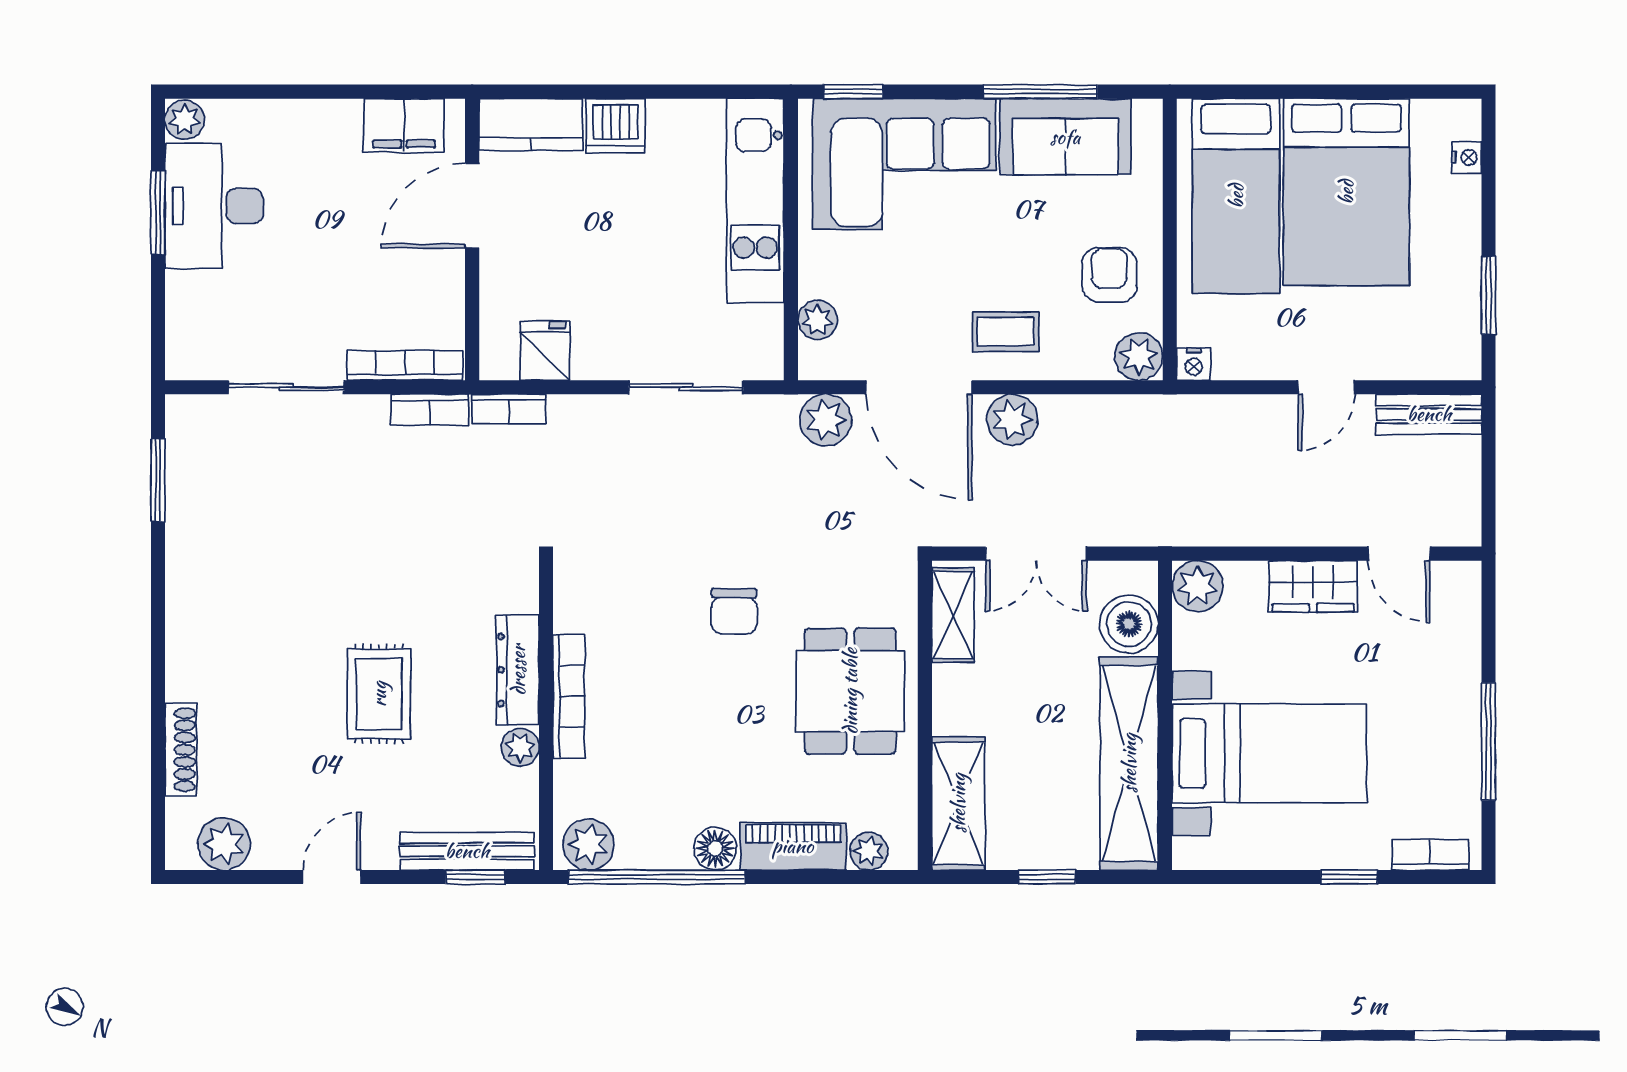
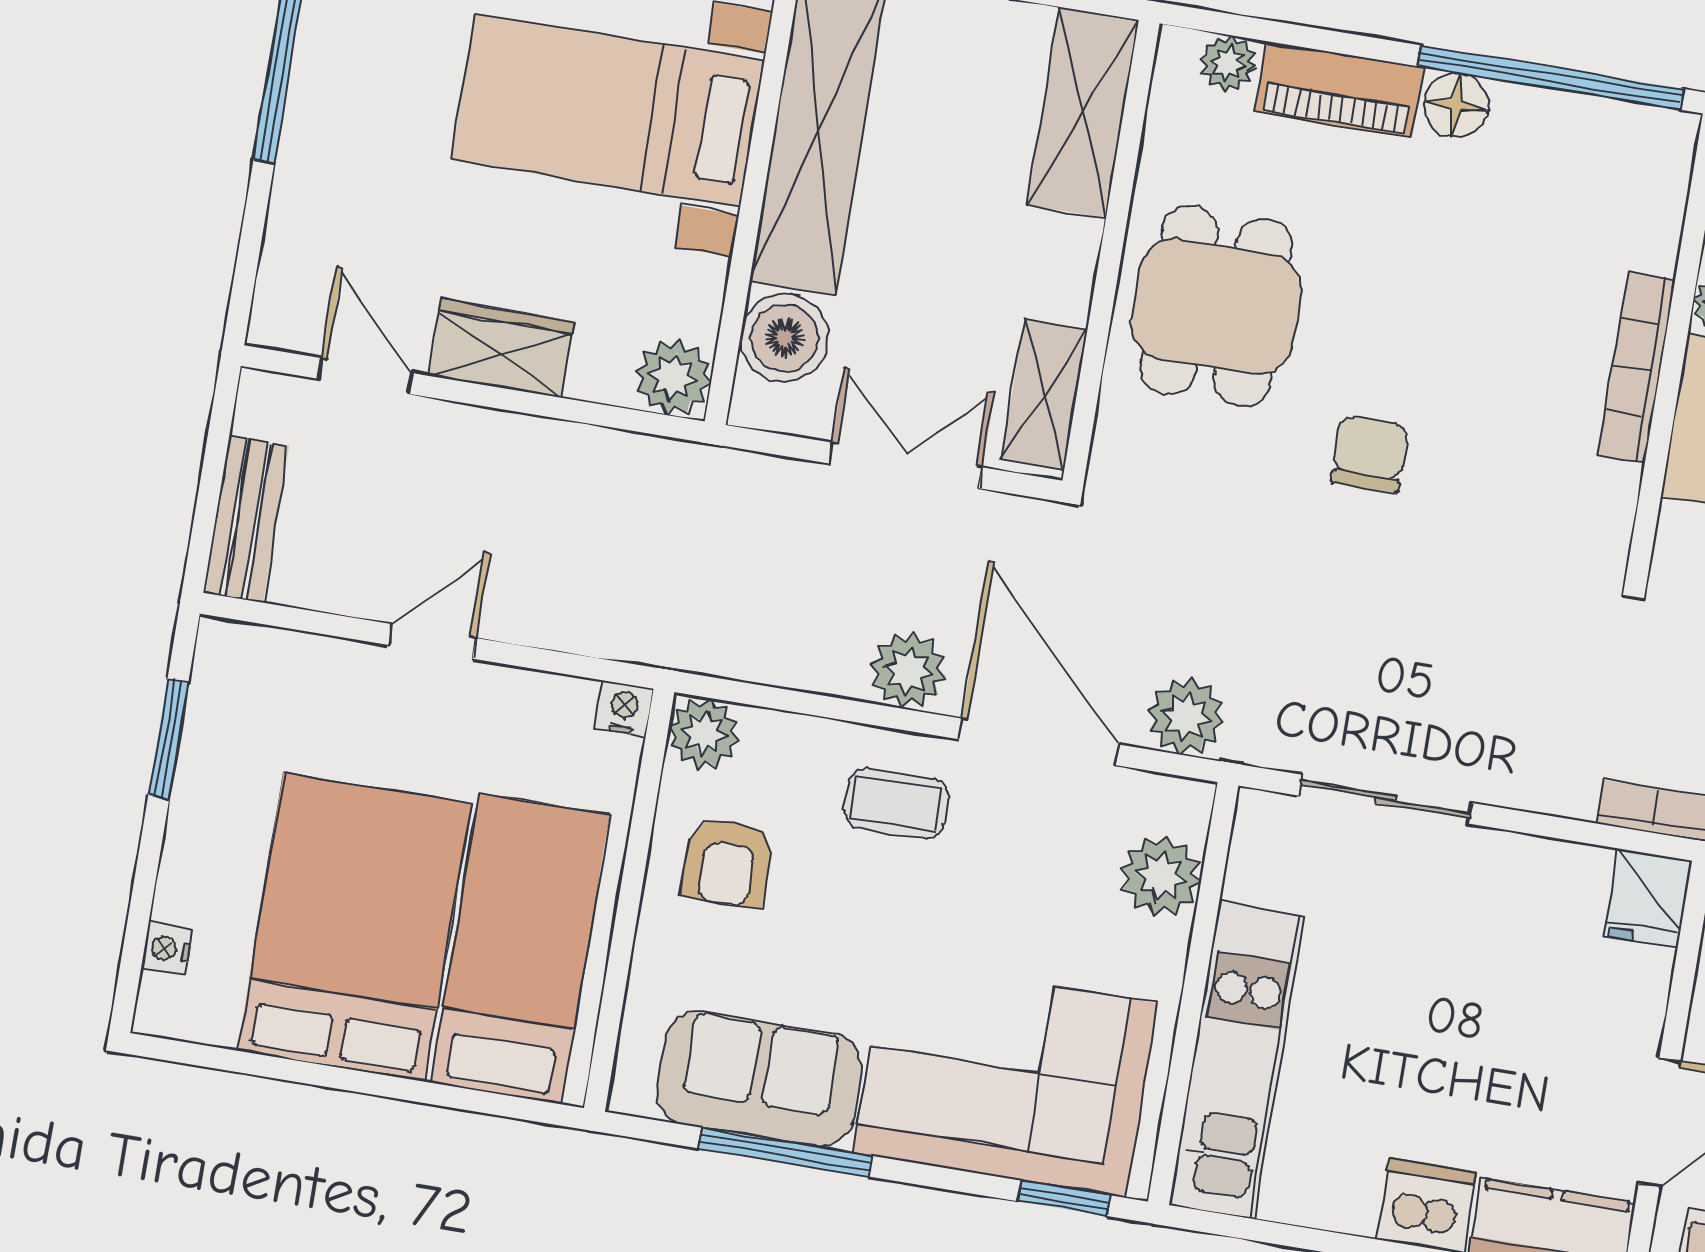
plant: (817, 320) -> (1161, 876), width x1.38, depth x1.38
fridge: (545, 351) -> (1647, 898), moved
bench: (1429, 414) -> (246, 519), moved, turned 90
plant: (589, 844) -> (1644, 143), removed

